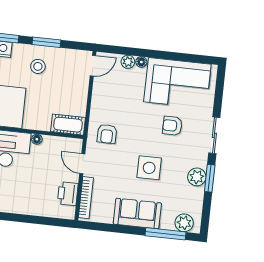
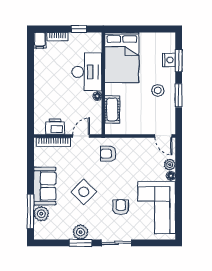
cot: (68, 125) -> (112, 109), moved
side table: (149, 168) -> (84, 192), turned 45
plant: (184, 223) -> (41, 214), moved

